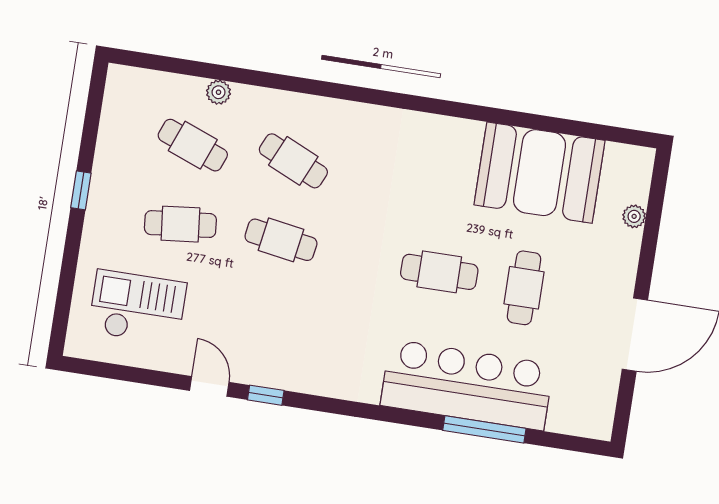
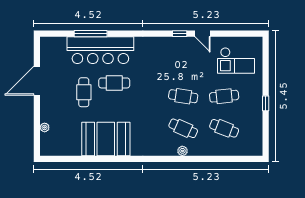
plant: (218, 92) -> (182, 151), moved
booth: (540, 173) -> (106, 139), moved
cafe table: (439, 272) -> (114, 83), moved

